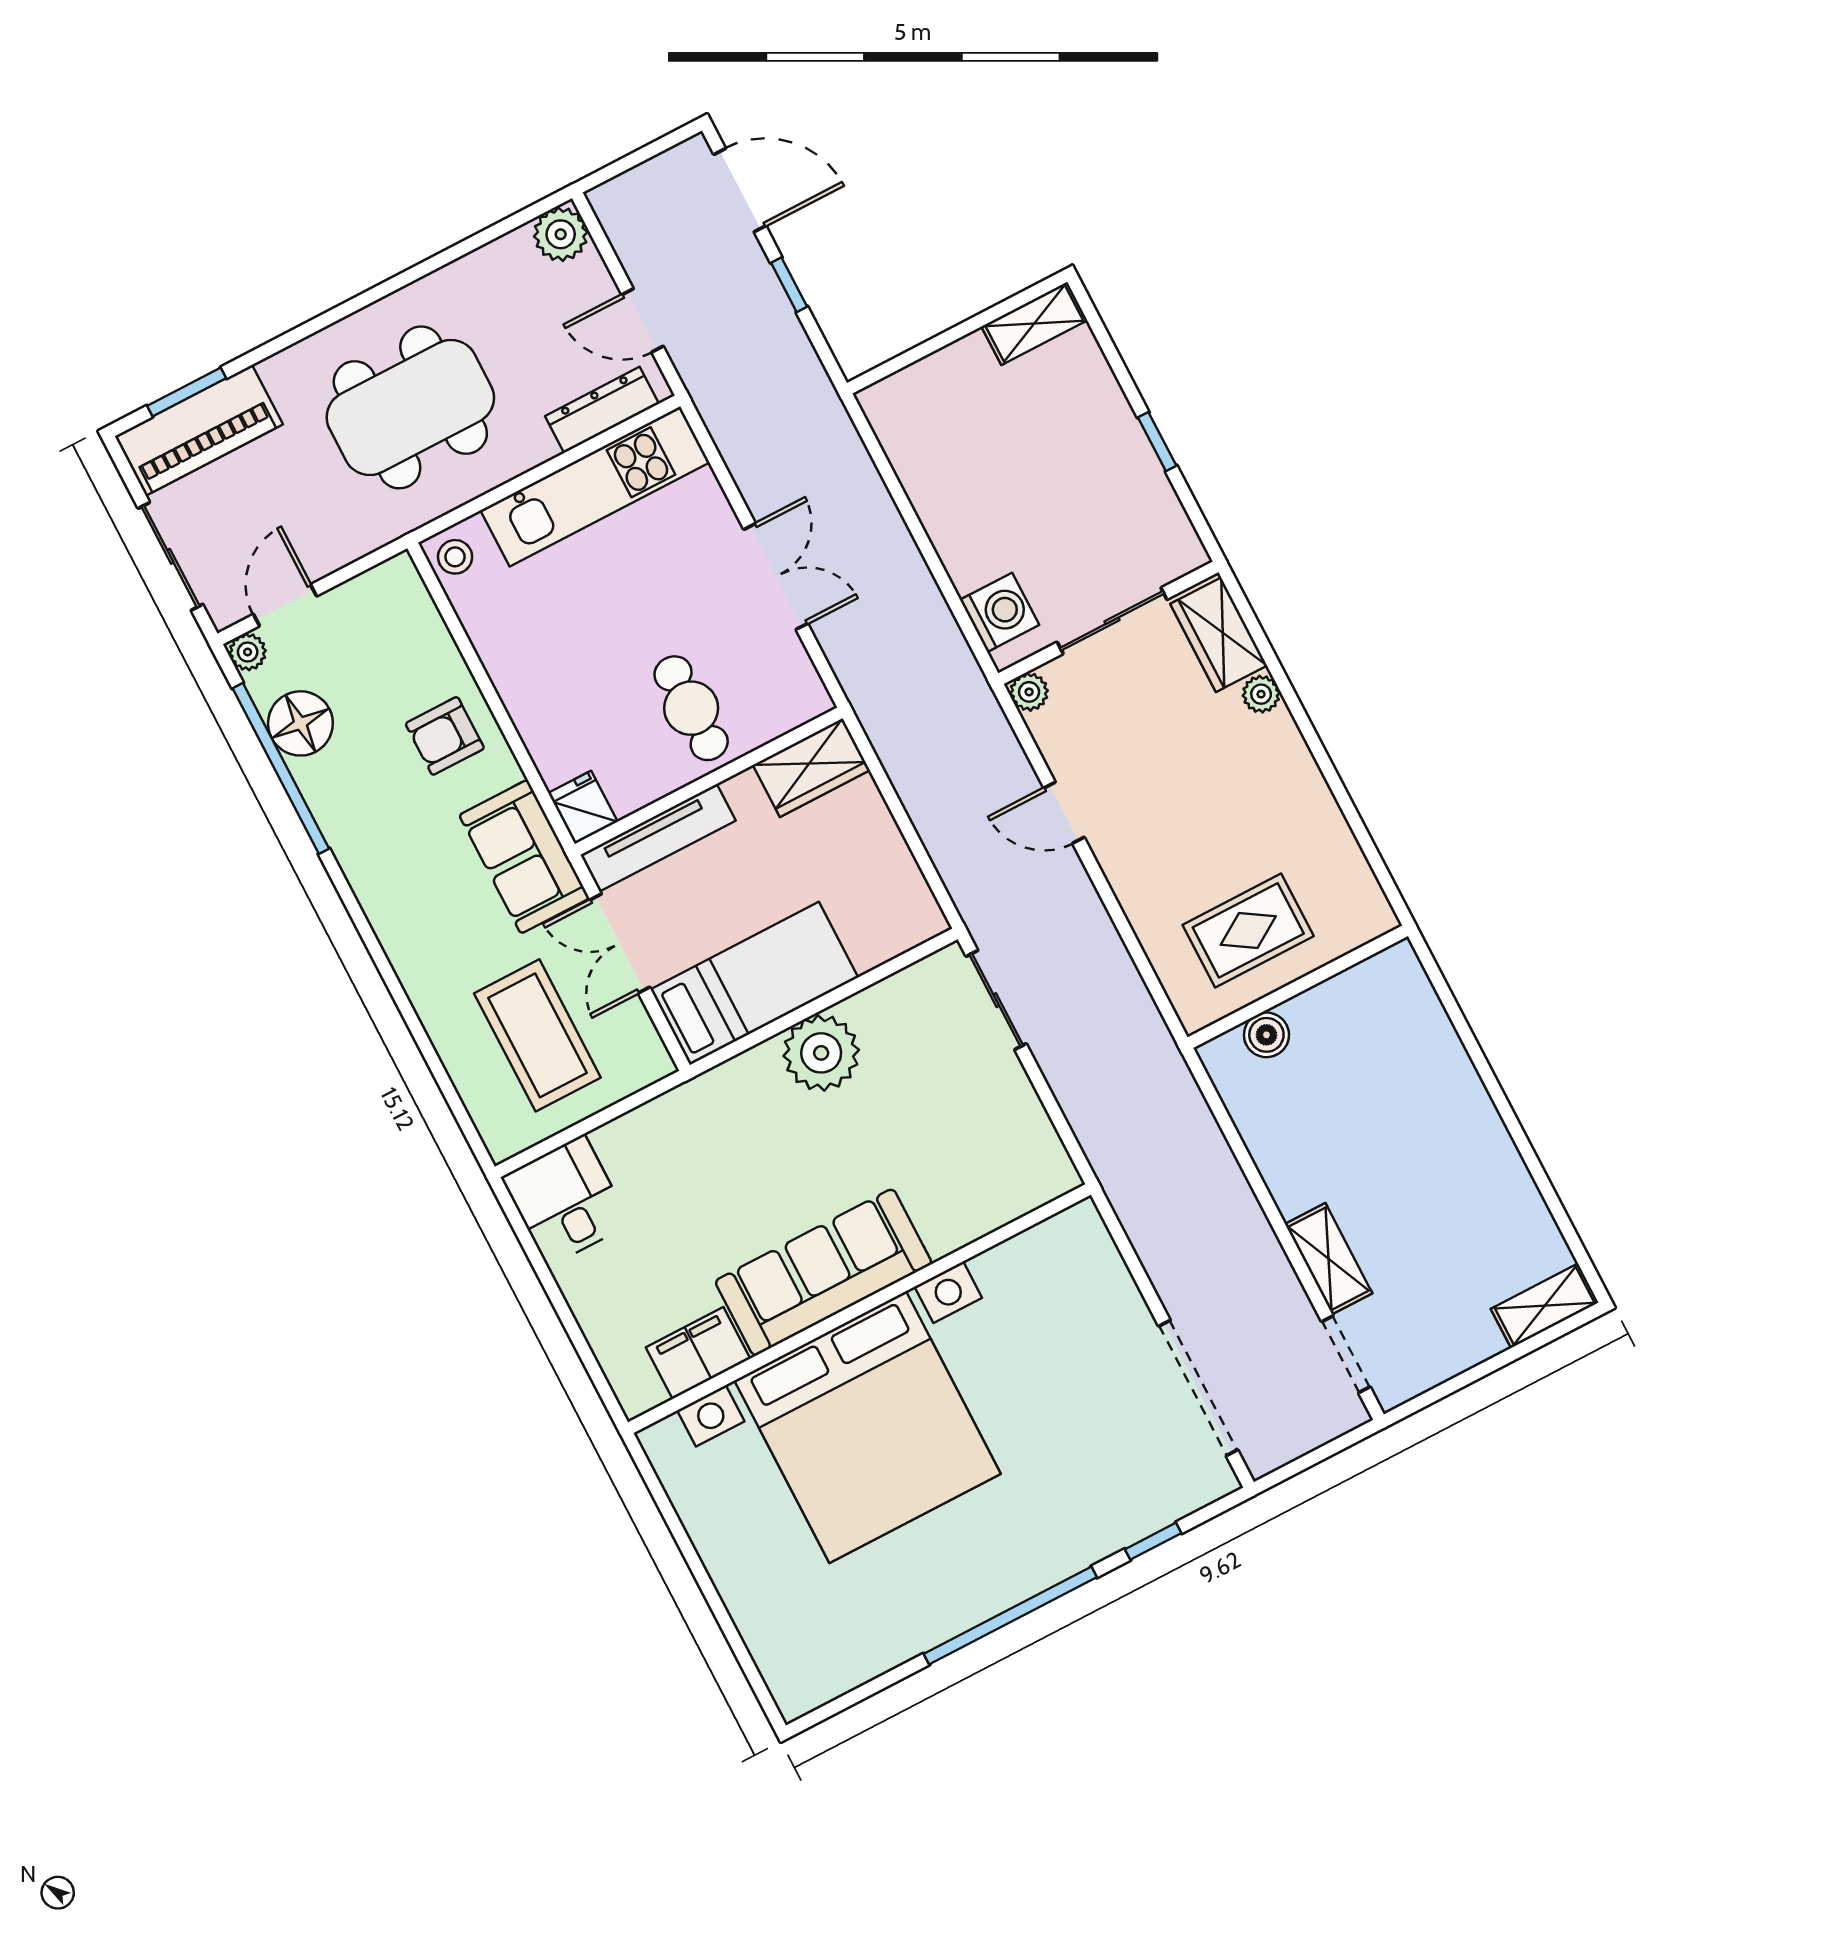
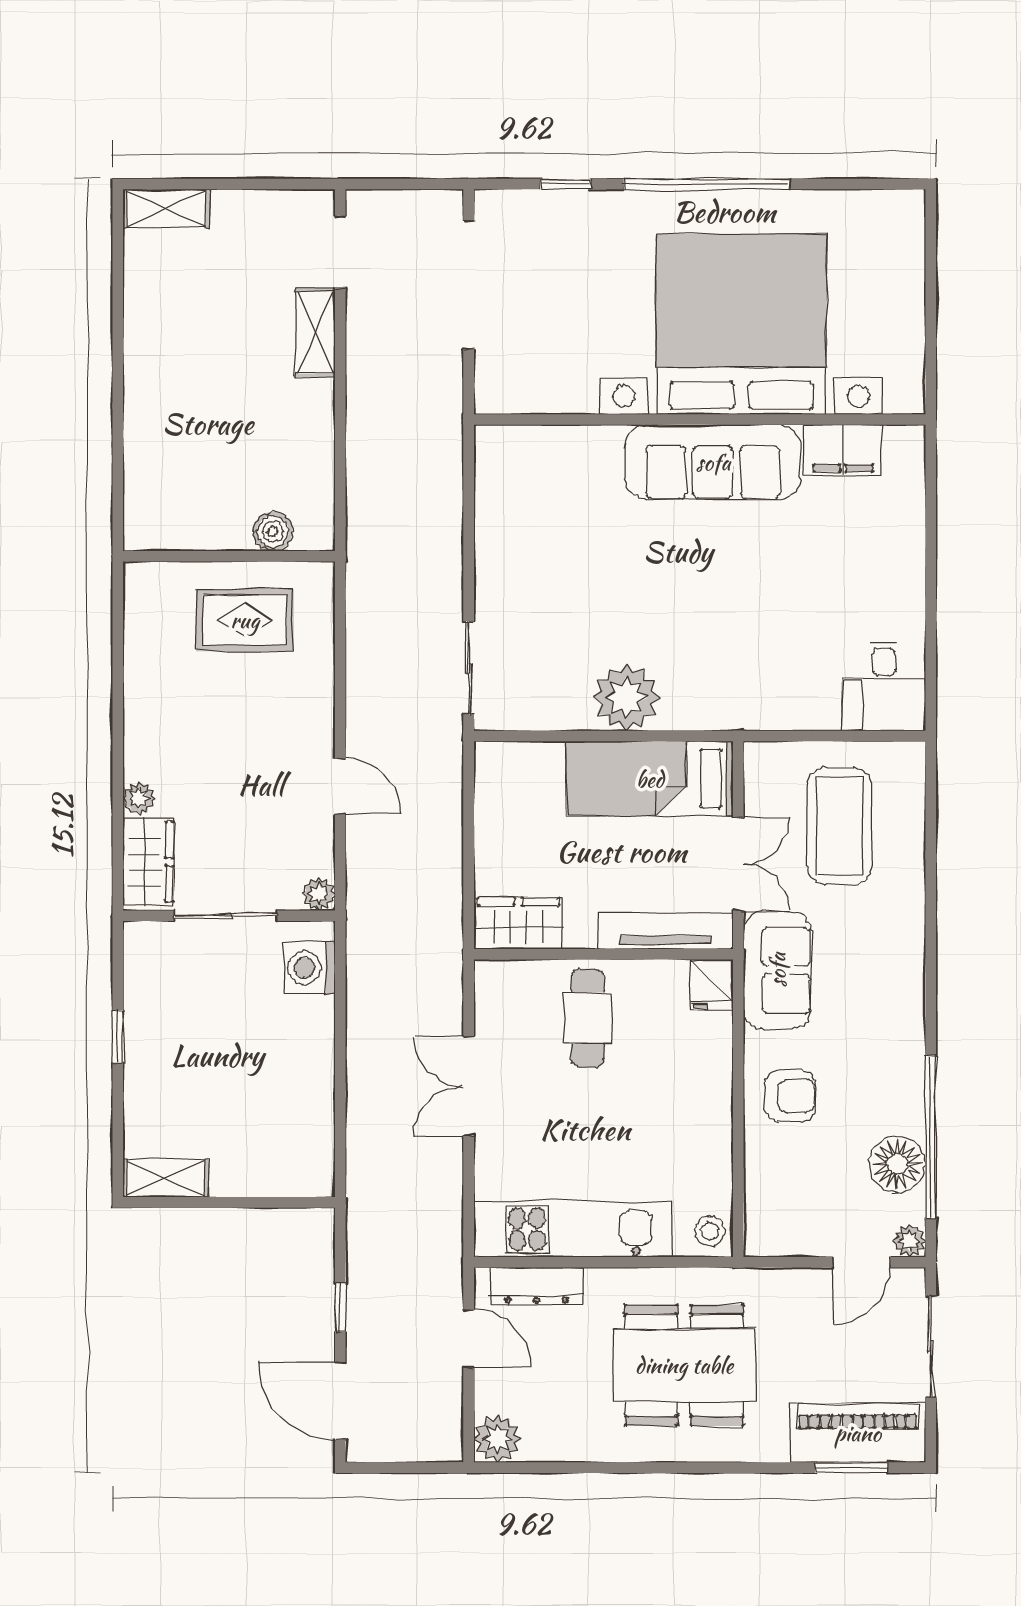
sofa: (823, 1272) -> (713, 462), moved
wall: (859, 1309) -> (700, 419), moved
filing cabinet: (698, 1353) -> (843, 450), moved
bed with nightstands: (868, 1427) -> (741, 324), moved

